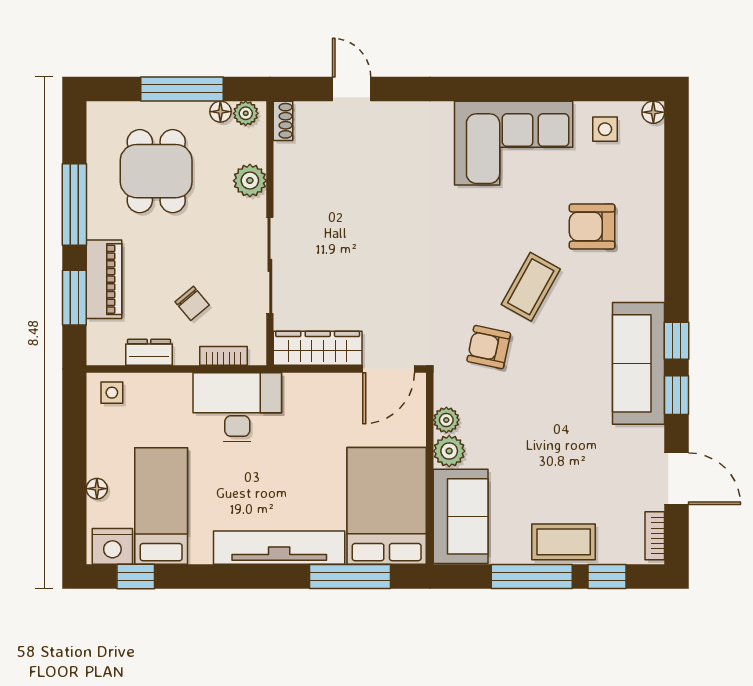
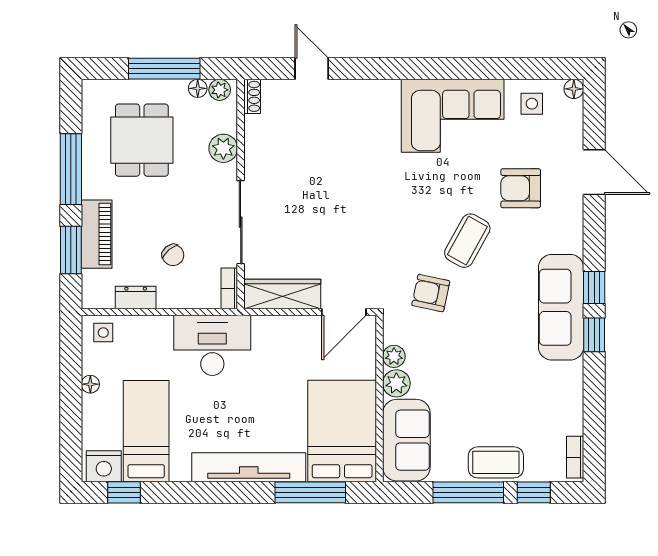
bookcase: (224, 356) -> (229, 288), moved, turned -90
door: (677, 479) -> (594, 172), moved
floor lamp: (97, 489) -> (90, 384), moved

